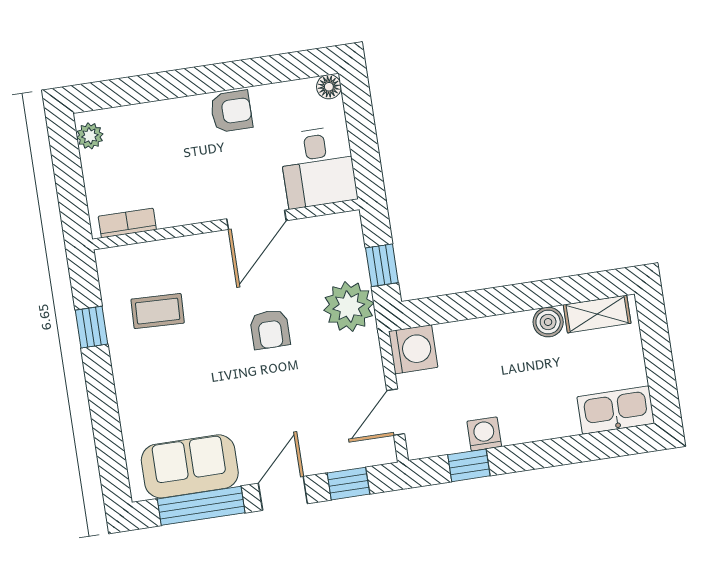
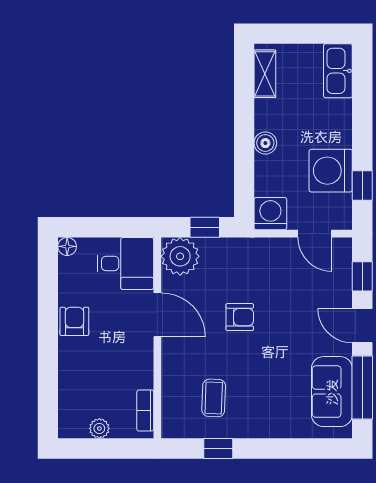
plant: (90, 136) -> (99, 428), moved
plant: (349, 307) -> (180, 256), moved
boiler: (548, 322) -> (265, 143), moved
washing machine: (484, 434) -> (331, 171), width x1.89, depth x1.89

